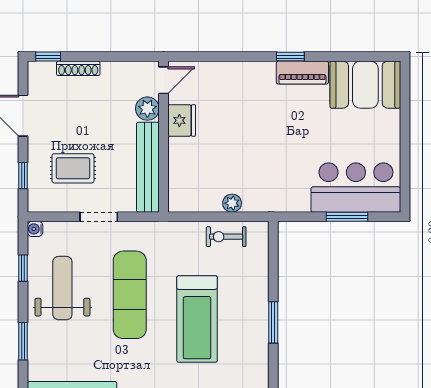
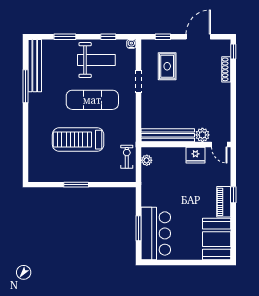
door: (164, 80) -> (219, 144), moved
plant: (147, 109) -> (202, 135), moved
fridge: (182, 120) -> (195, 155), moved
wall: (164, 137) -> (186, 144), moved
bench: (148, 167) -> (168, 135), moved

